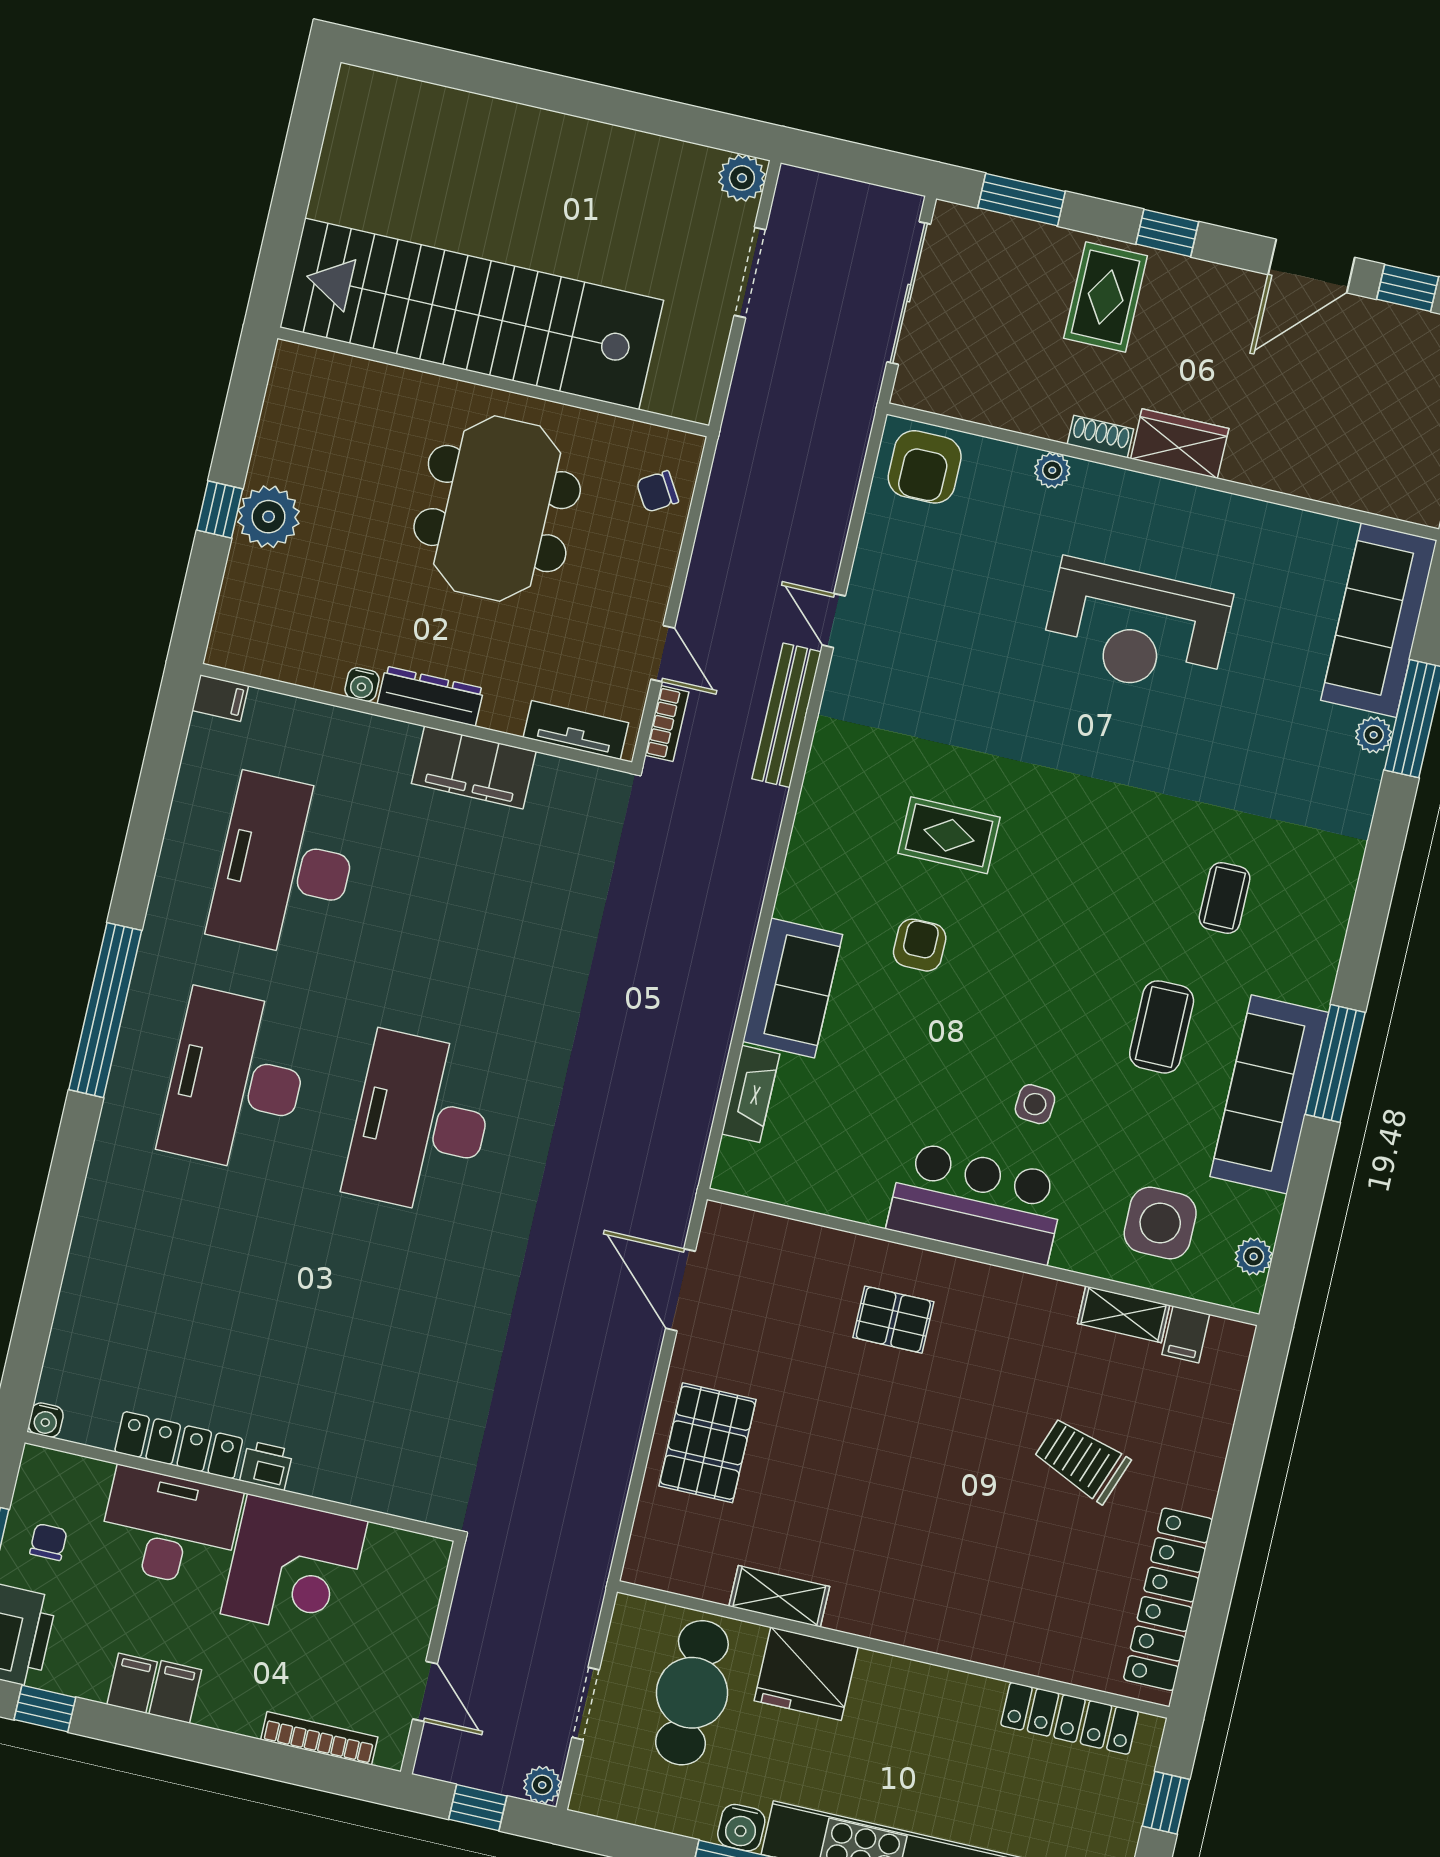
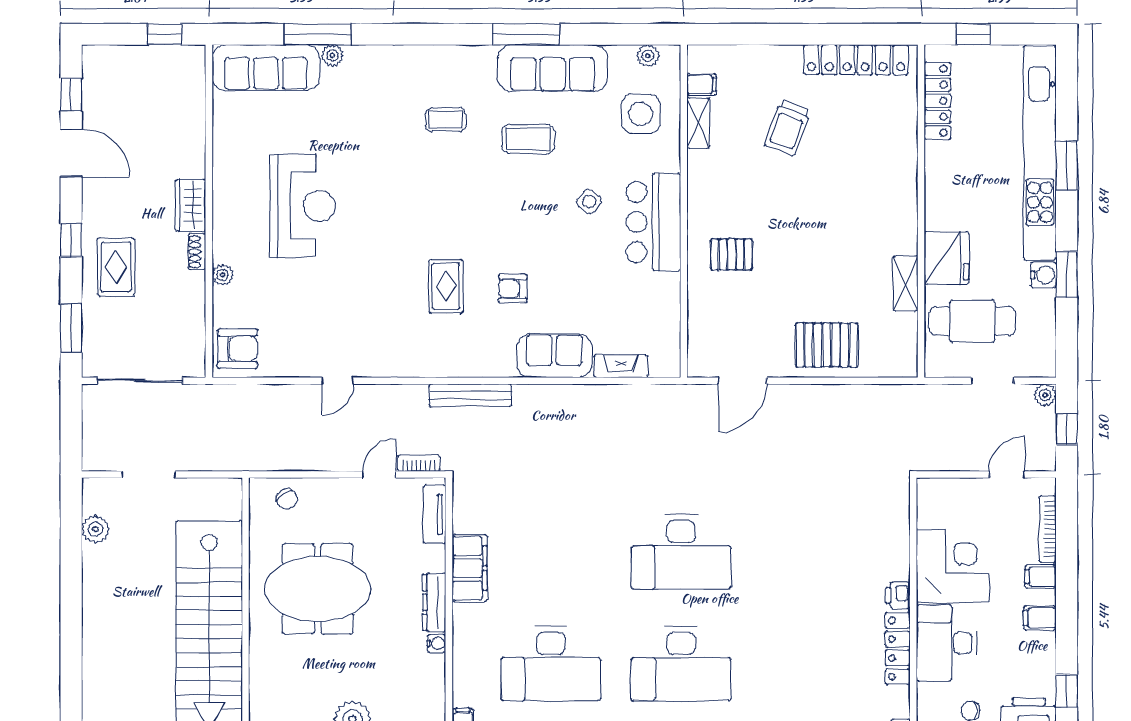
plant: (742, 178) -> (95, 529), moved
rug: (1106, 297) -> (116, 267), turned 90
bench: (787, 715) -> (470, 395), moved
side table: (1035, 1104) -> (589, 201), turned 33
pallet: (893, 1320) -> (731, 254), turned 90
filing cabinet: (132, 1683) -> (1041, 577), moved

